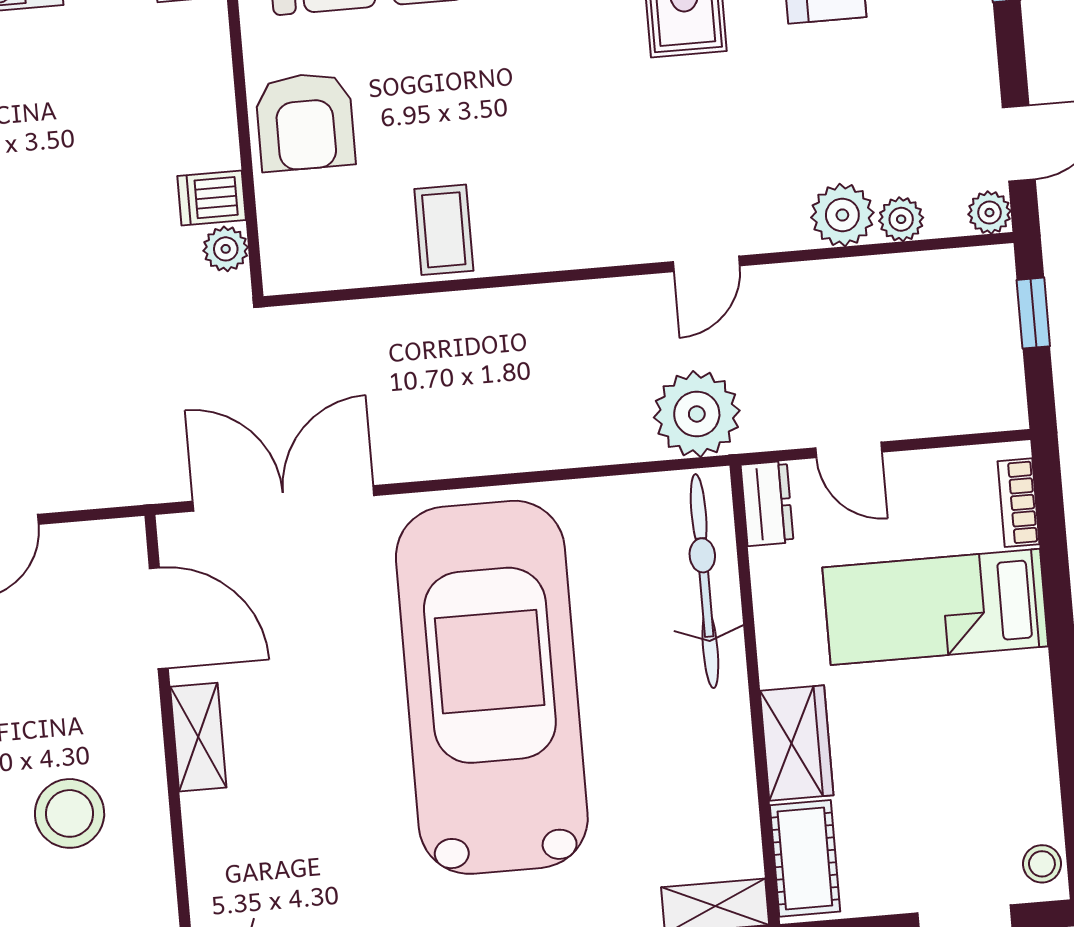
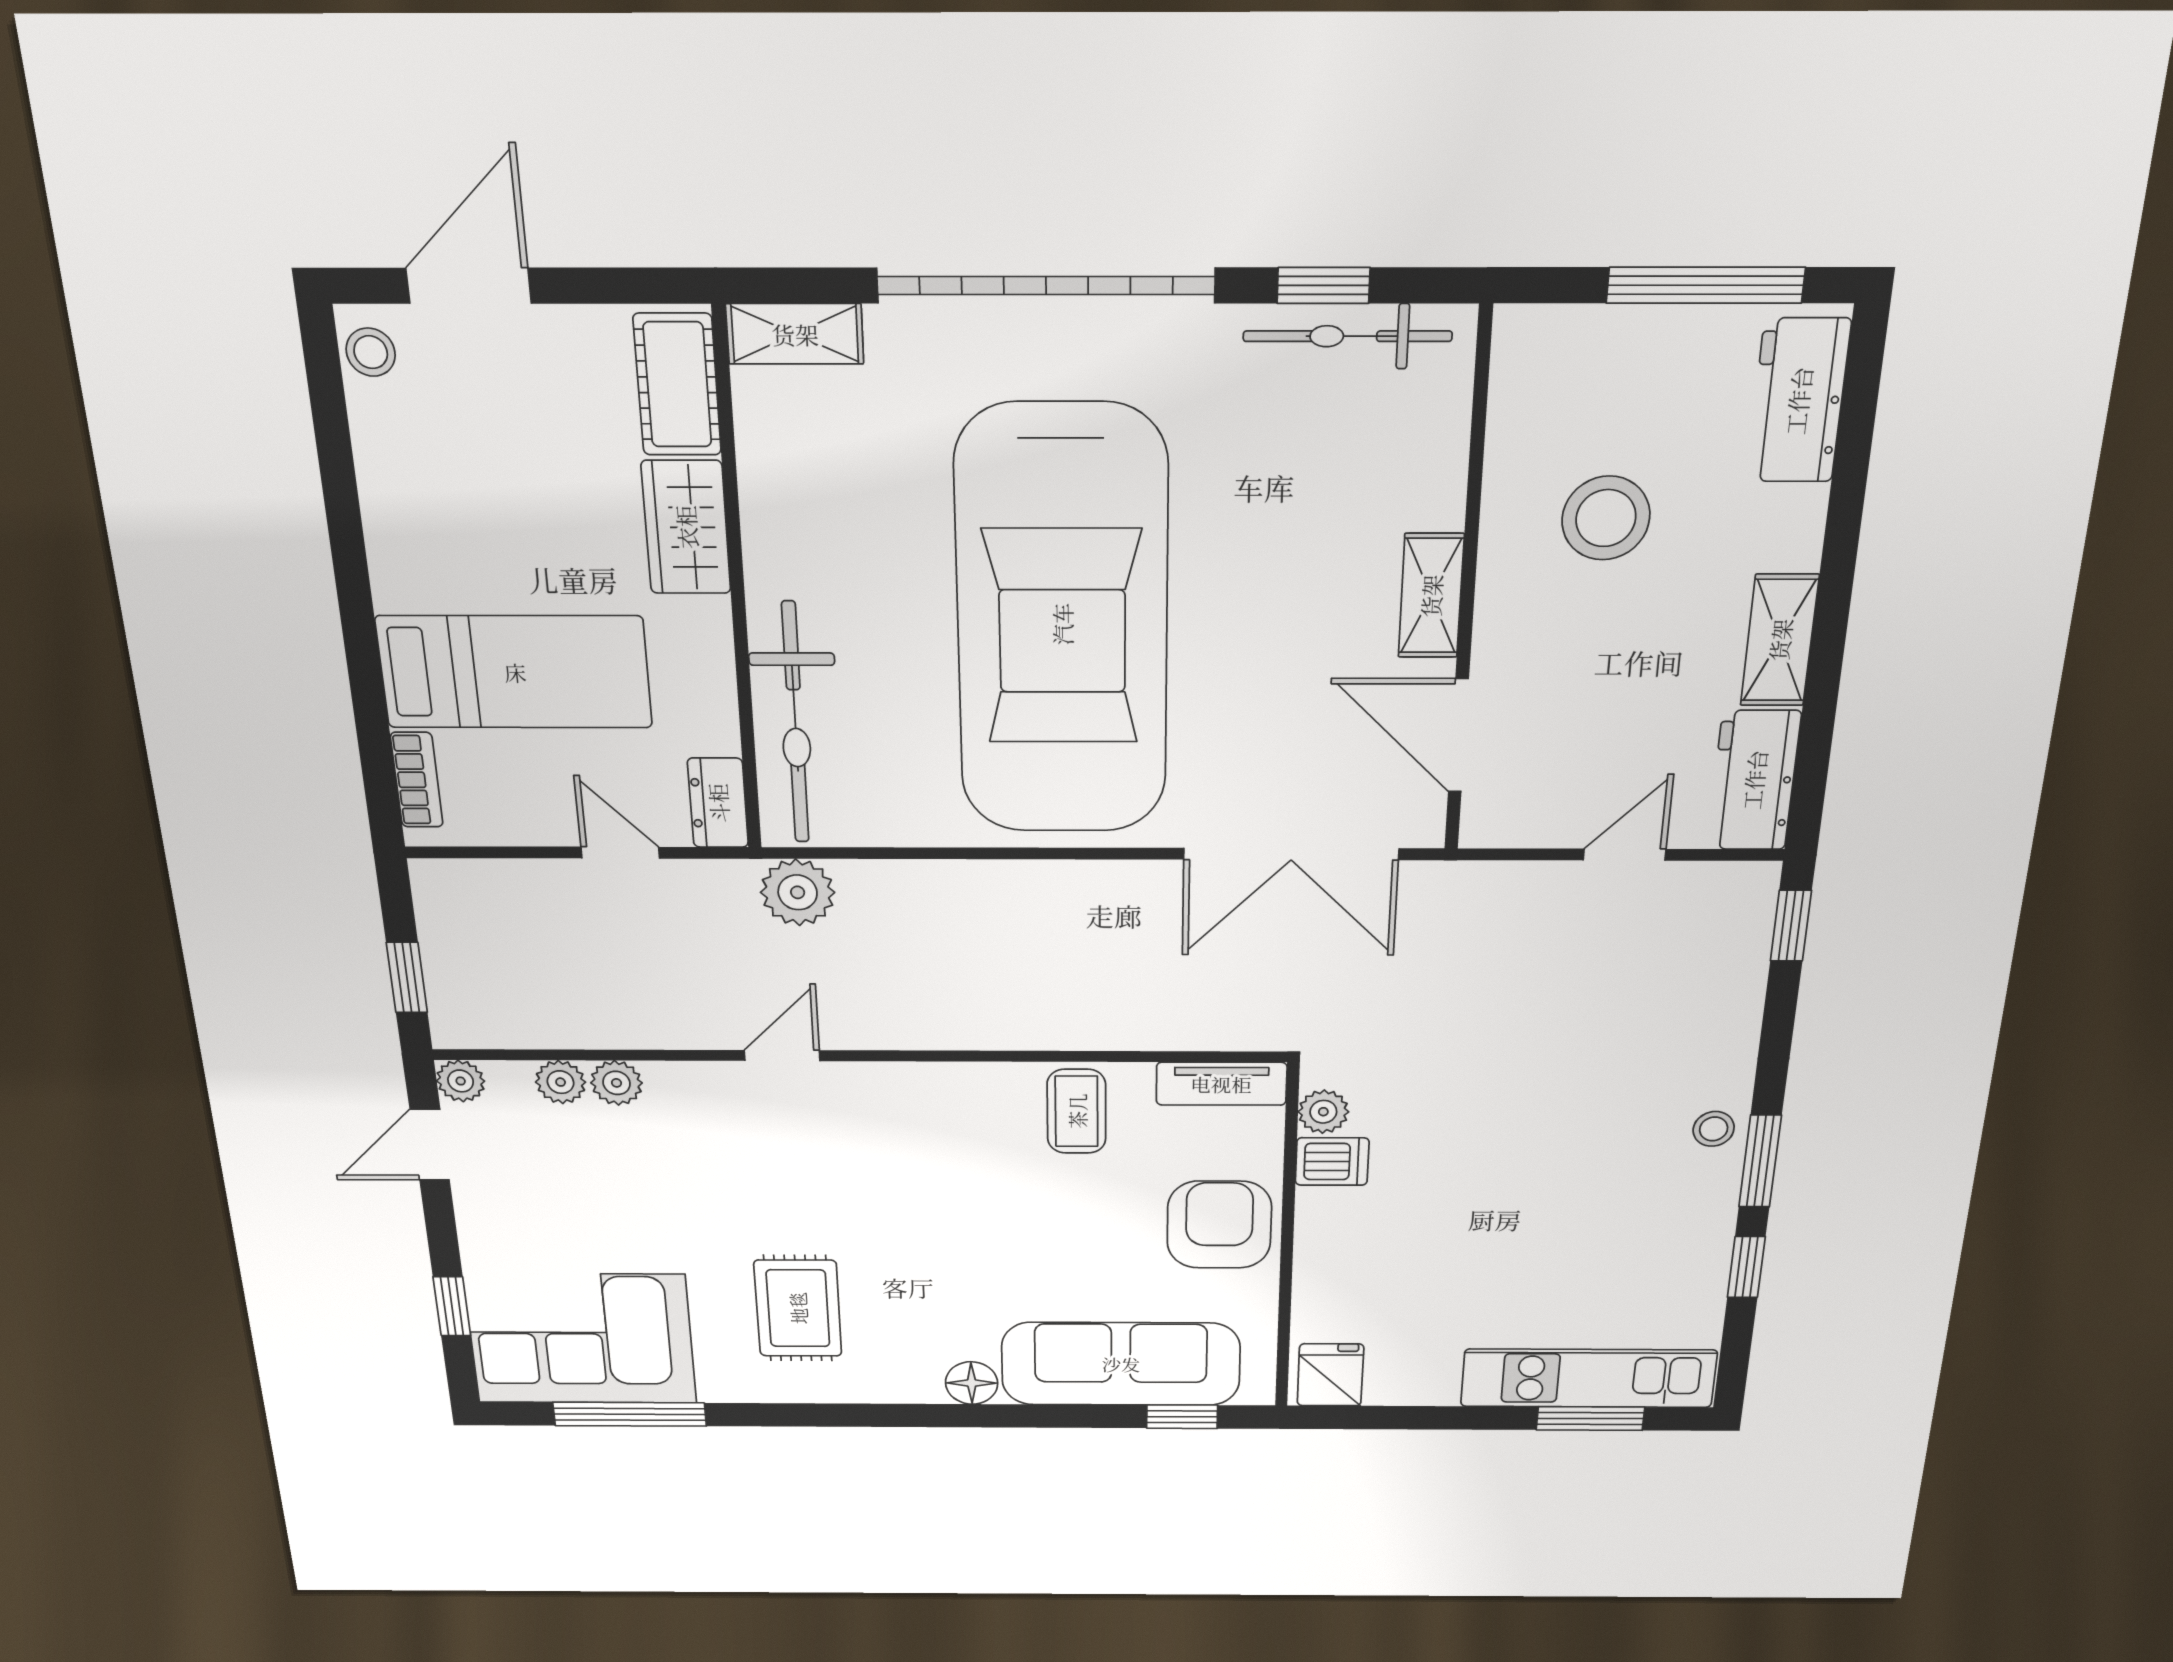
plant: (842, 215) -> (616, 1083), width x0.73, depth x0.73
tv unit: (319, 270) -> (1221, 1084), added
plant: (697, 414) -> (798, 892), width x0.73, depth x0.73

